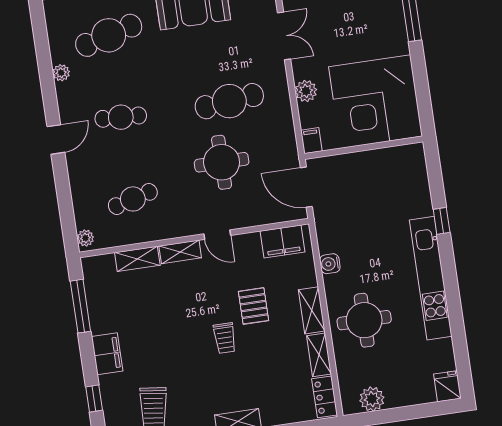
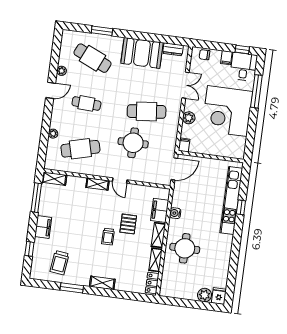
cafe table: (109, 35) -> (92, 58), turned 39
corner desk: (376, 102) -> (227, 111), moved
door: (56, 139) -> (51, 90), moved
door: (306, 187) -> (174, 169), swing flipped
cafe table: (133, 199) -> (80, 149), width x1.37, depth x1.35
plant: (85, 238) -> (53, 134), moved
filing cabinet: (283, 242) -> (160, 210), moved, turned 90
shelving: (137, 259) -> (54, 179), moved
kitchen unit: (431, 278) -> (231, 201), moved
plant: (372, 399) -> (205, 295), moved

